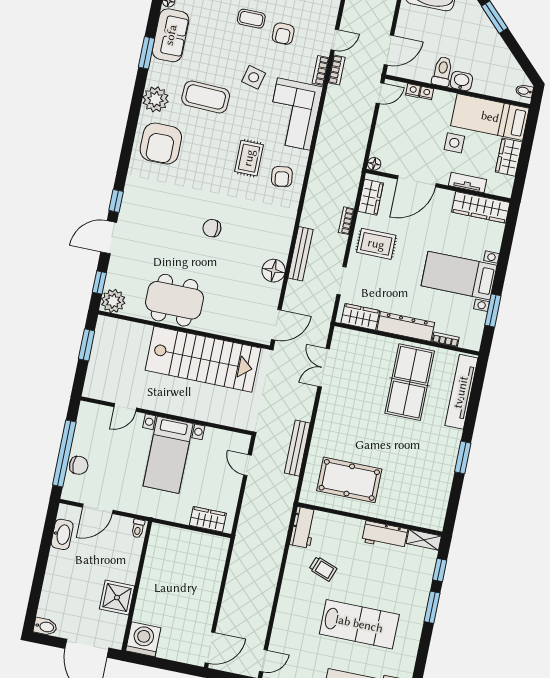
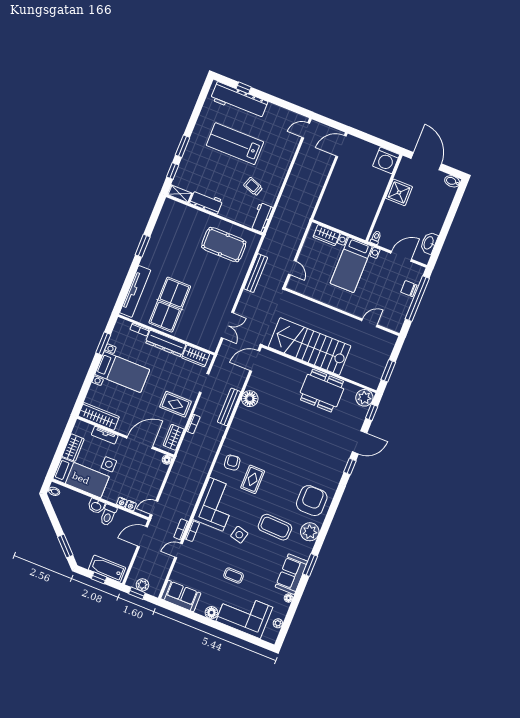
armchair: (283, 34) -> (213, 561), removed
chair: (212, 228) -> (287, 436), removed
bed with nightstands: (168, 455) -> (351, 265), moved, turned 180

